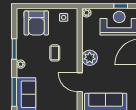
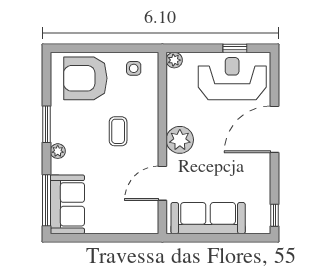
armchair: (36, 23) -> (85, 78), turned 90
door: (80, 82) -> (162, 183), hinge flipped

